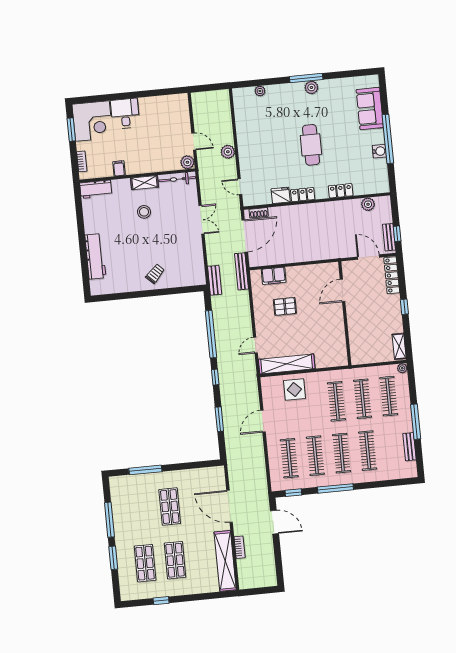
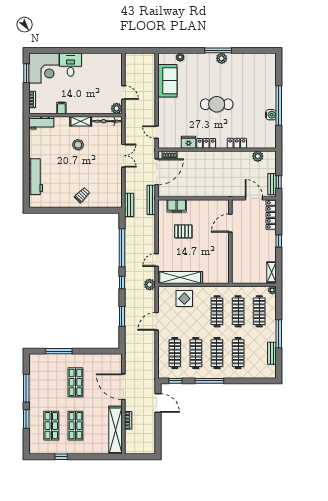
sofa: (370, 109) -> (167, 81), moved, turned 180
cafe table: (311, 145) -> (217, 104), turned 90
plant: (228, 152) -> (150, 285), moved

